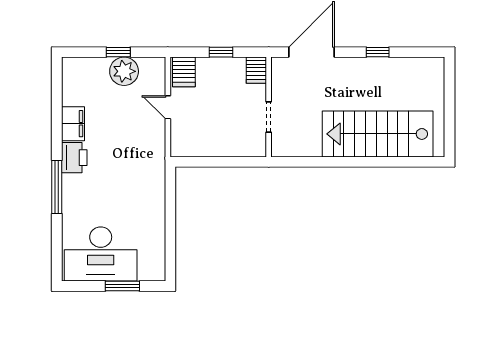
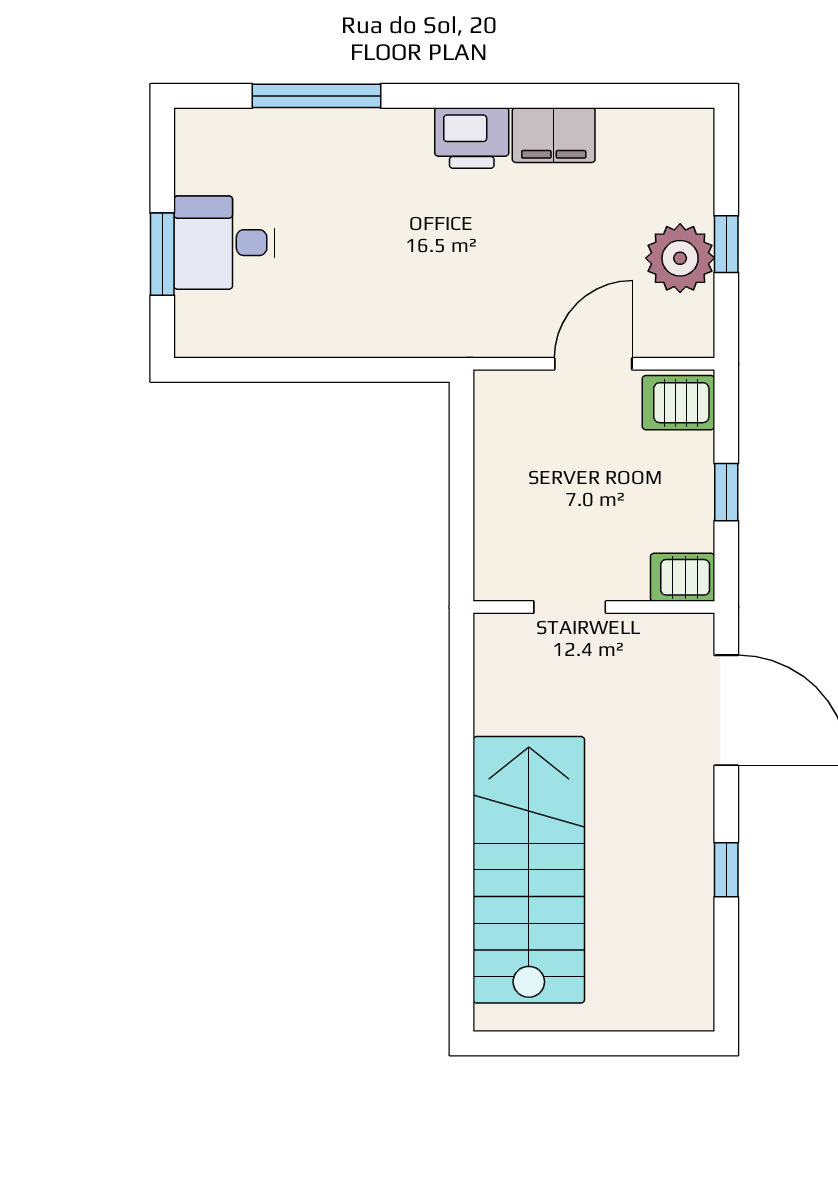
door: (168, 107) -> (593, 364), width x1.38
window: (57, 187) -> (316, 96), moved
desk: (101, 254) -> (224, 243), width x0.53, depth x0.77

